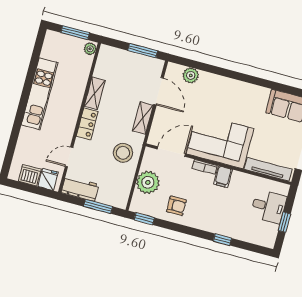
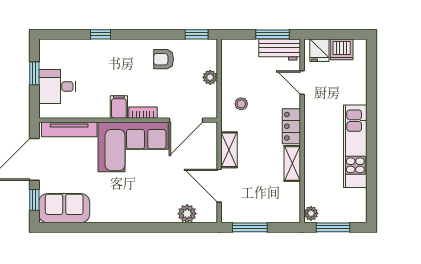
stool: (123, 153) -> (241, 104), width x0.53, depth x0.53
door: (69, 157) -> (302, 83), swing flipped
plant: (148, 182) -> (210, 77), width x0.53, depth x0.53
window: (98, 206) -> (273, 34), moved

